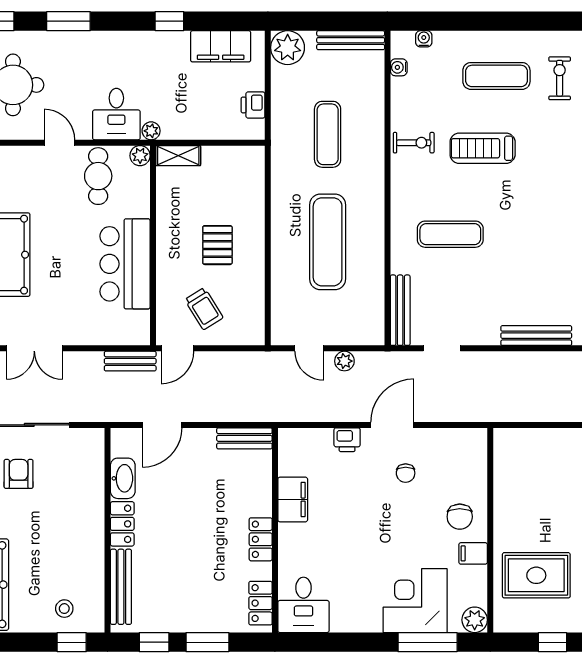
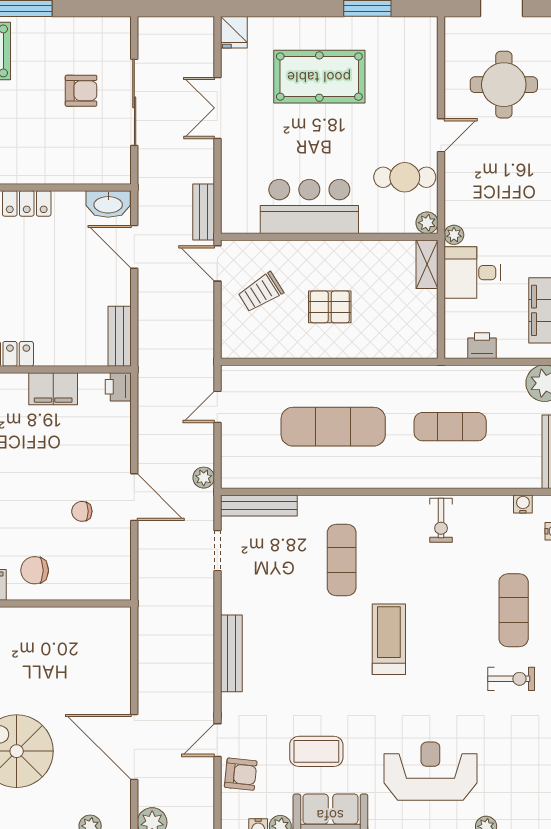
desk: (116, 114) -> (472, 273), moved
treadmill: (483, 148) -> (389, 639), moved
plant: (344, 361) -> (204, 478), moved
printer: (347, 440) -> (118, 387), moved
washbasin: (123, 478) -> (108, 204), moved

